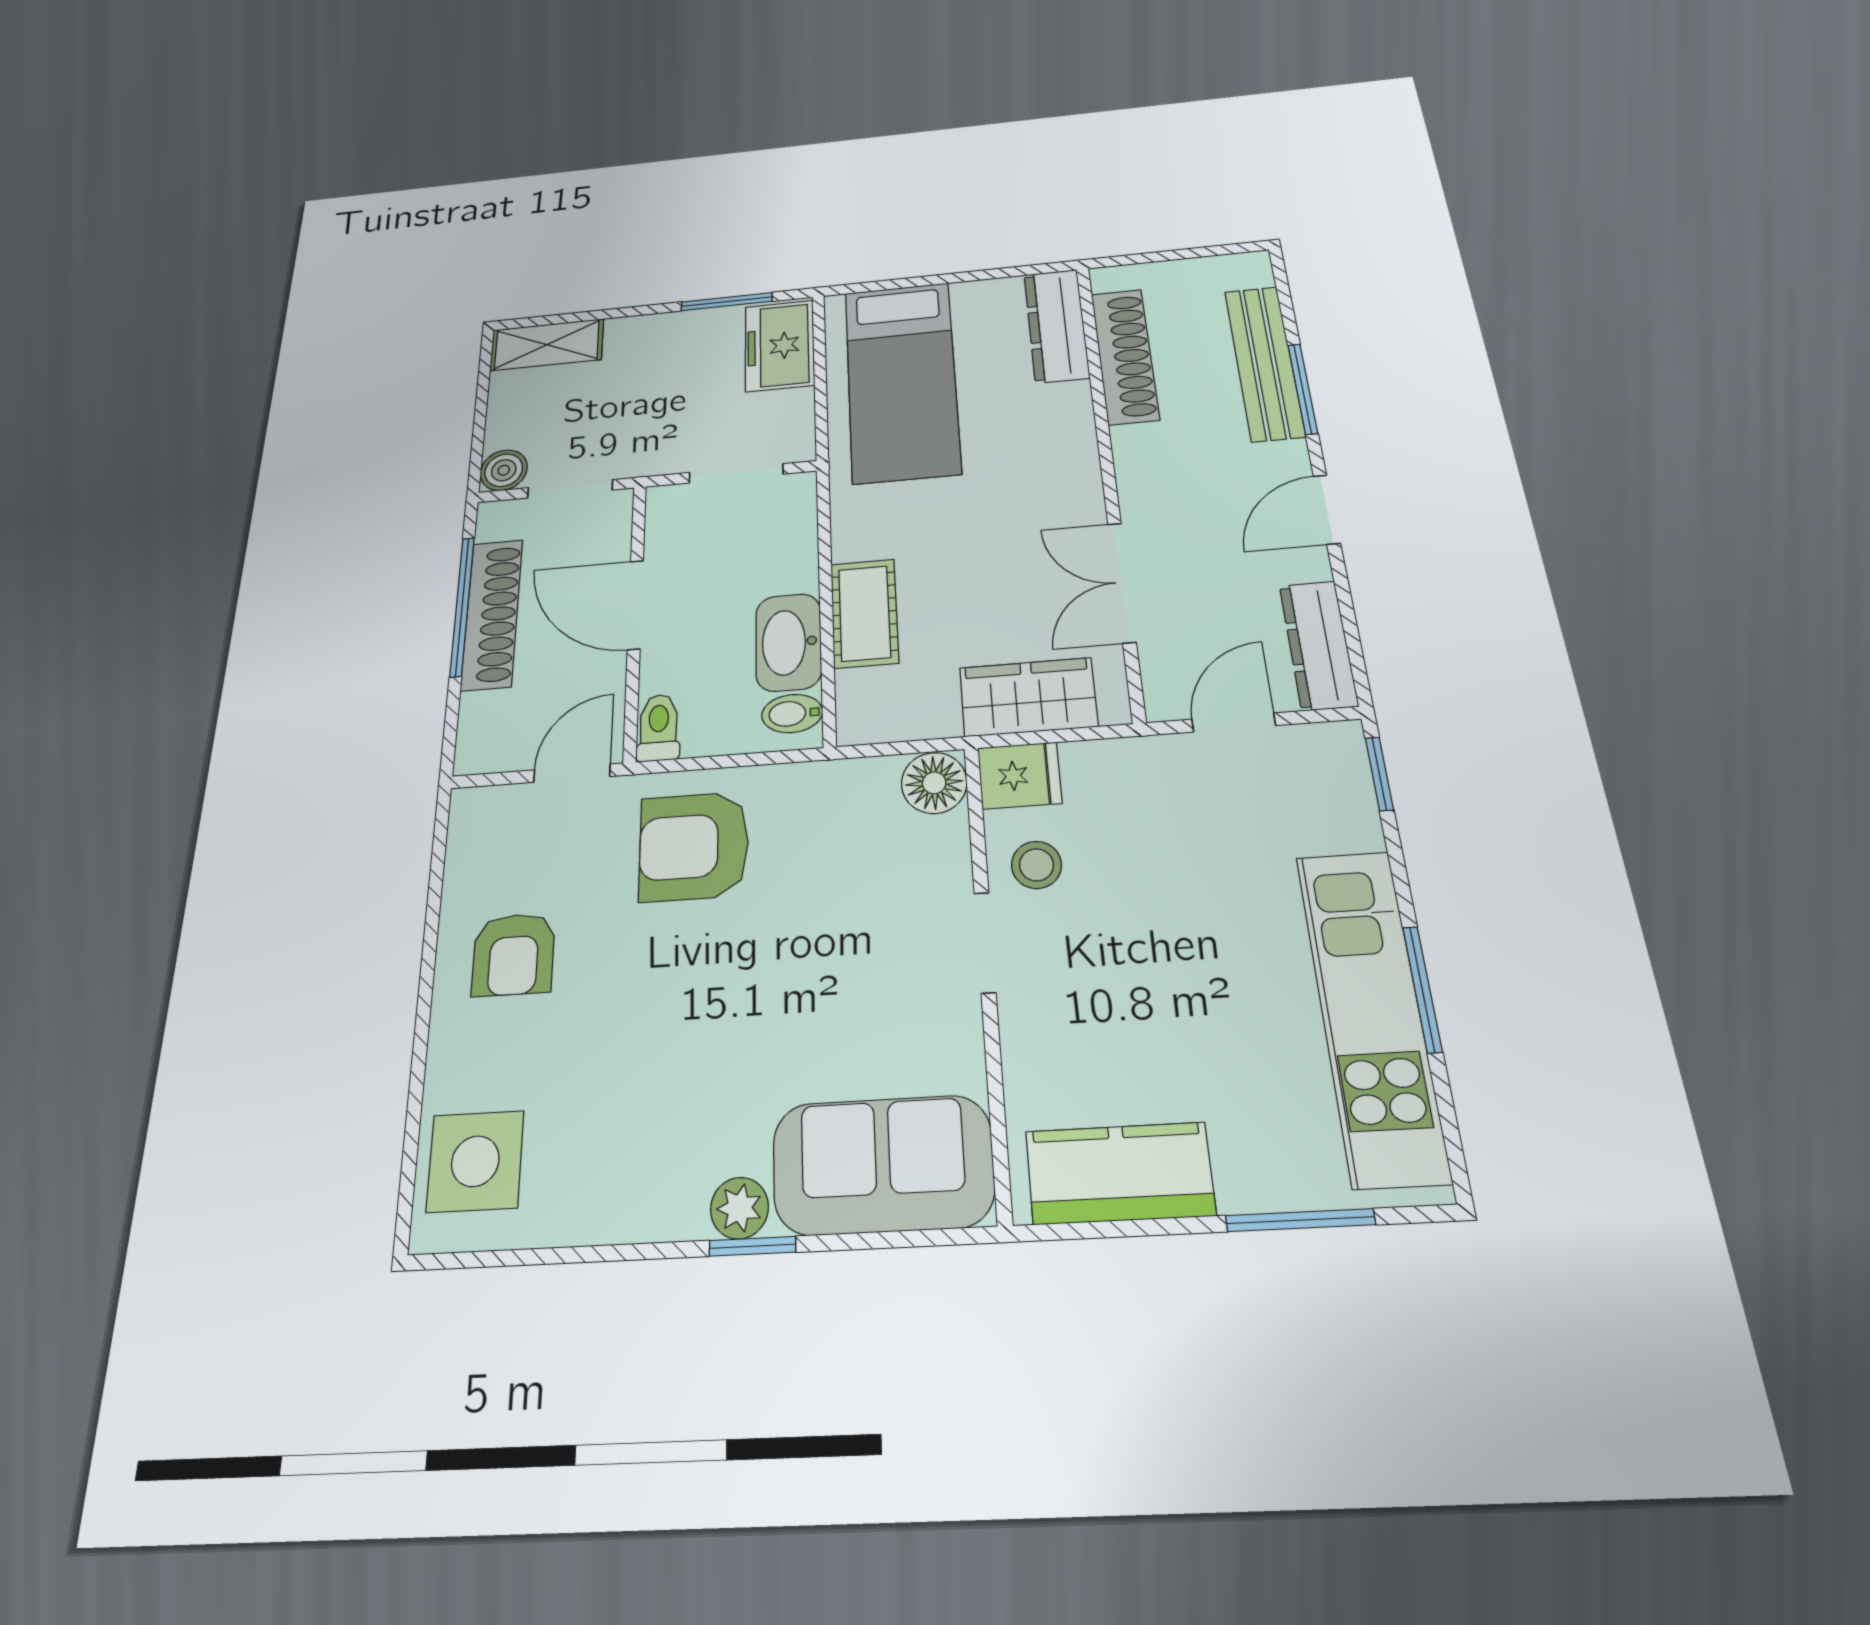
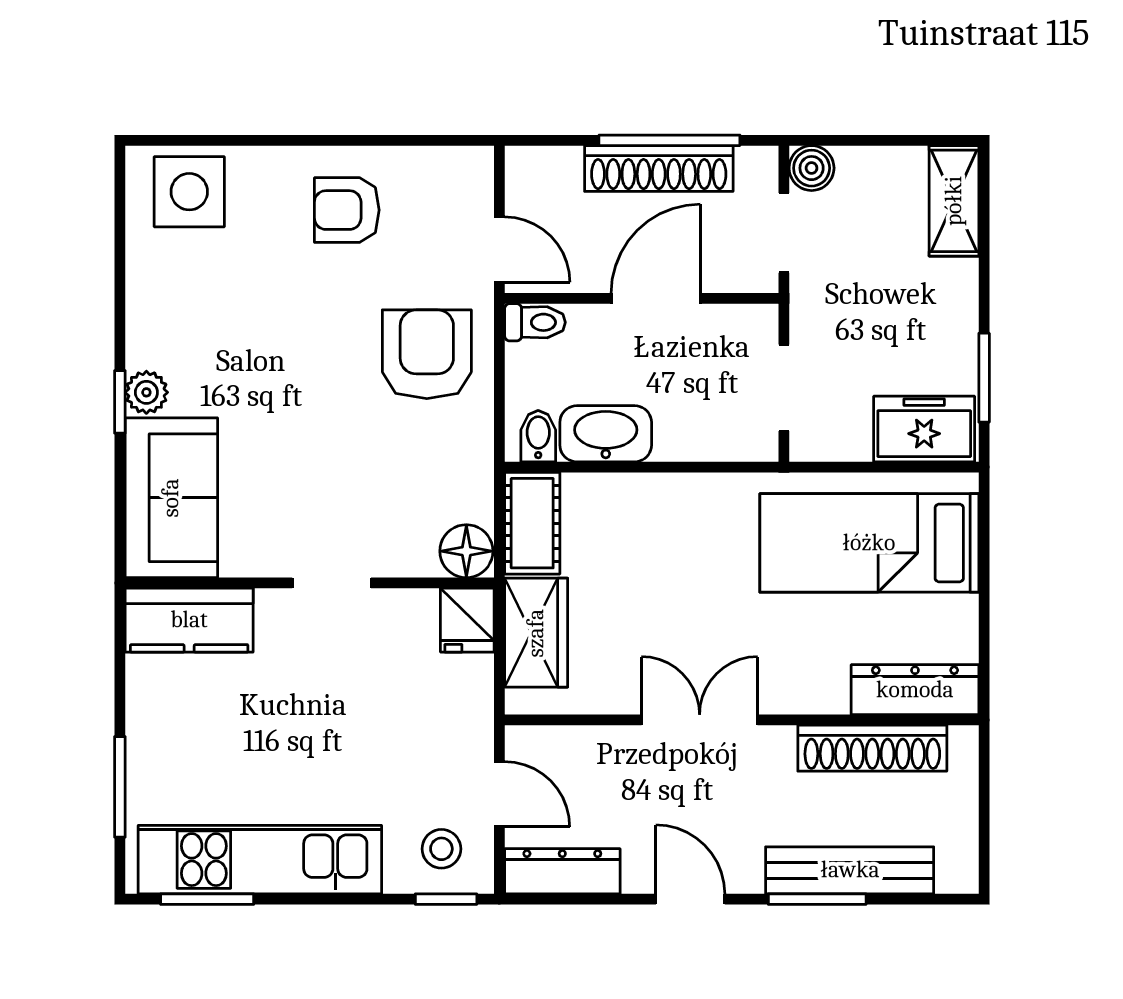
double door: (1122, 582) -> (700, 720), moved
cot: (864, 613) -> (532, 523), moved, turned 90
stool: (1036, 865) -> (441, 849), moved
window: (1422, 989) -> (207, 899), moved
kitchen counter: (1120, 1173) -> (189, 620), moved, turned 90

